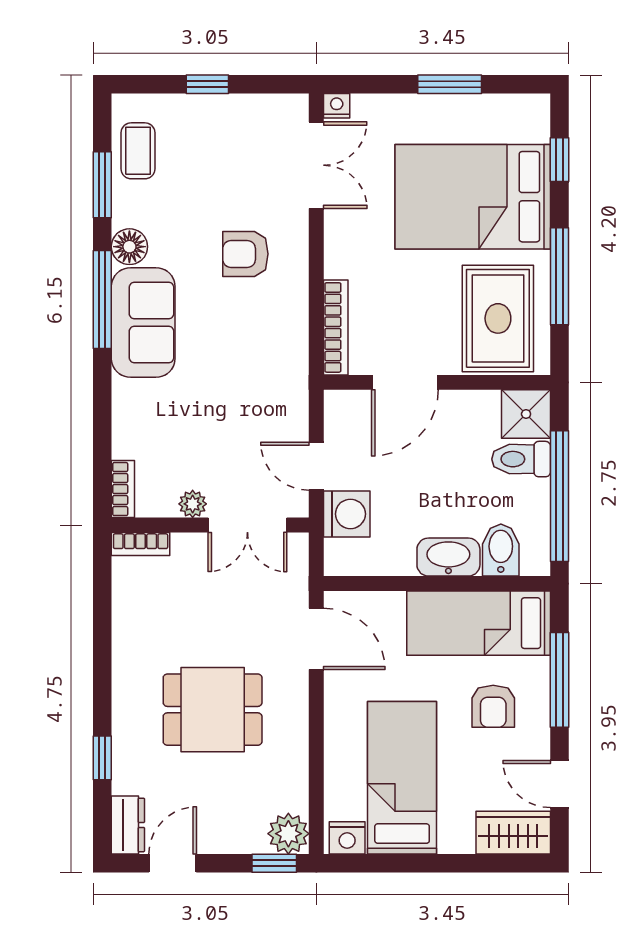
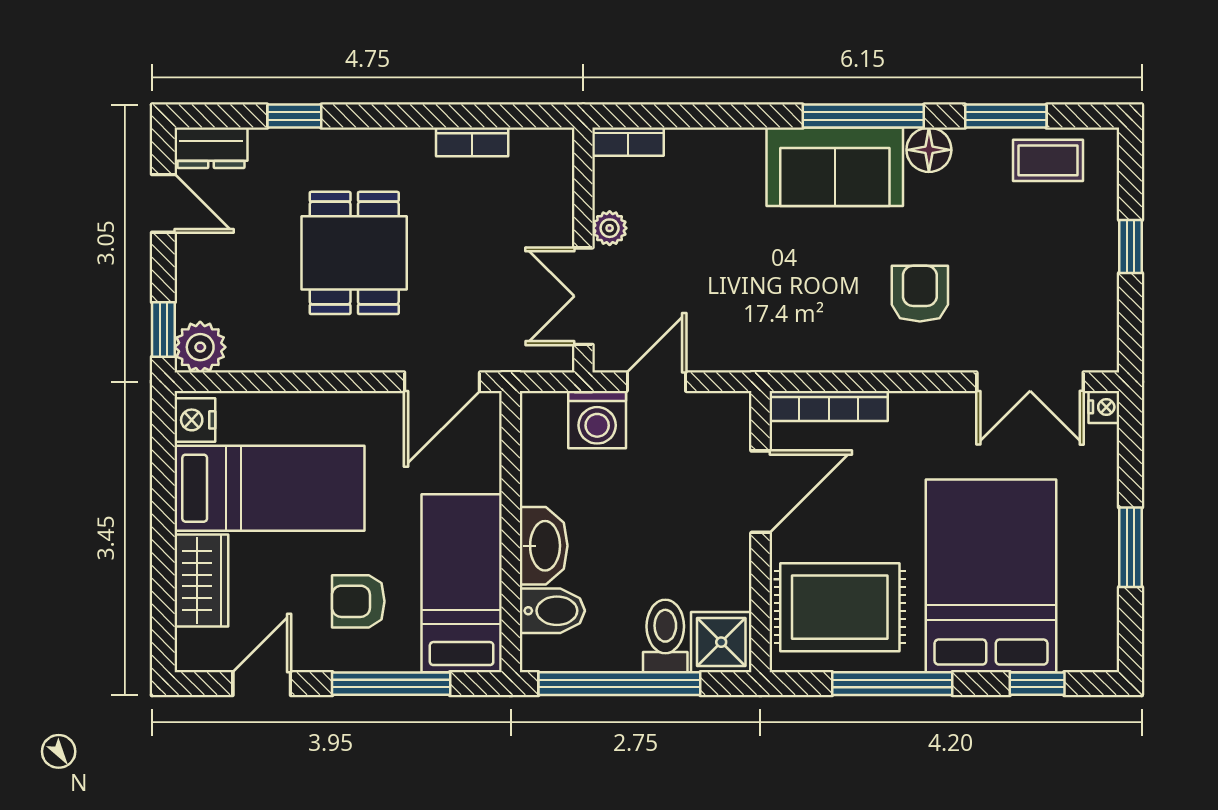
door: (405, 382) -> (760, 492), swing flipped
bookcase: (141, 544) -> (472, 142), moved, turned -90
wardrobe: (513, 833) -> (201, 581), moved

